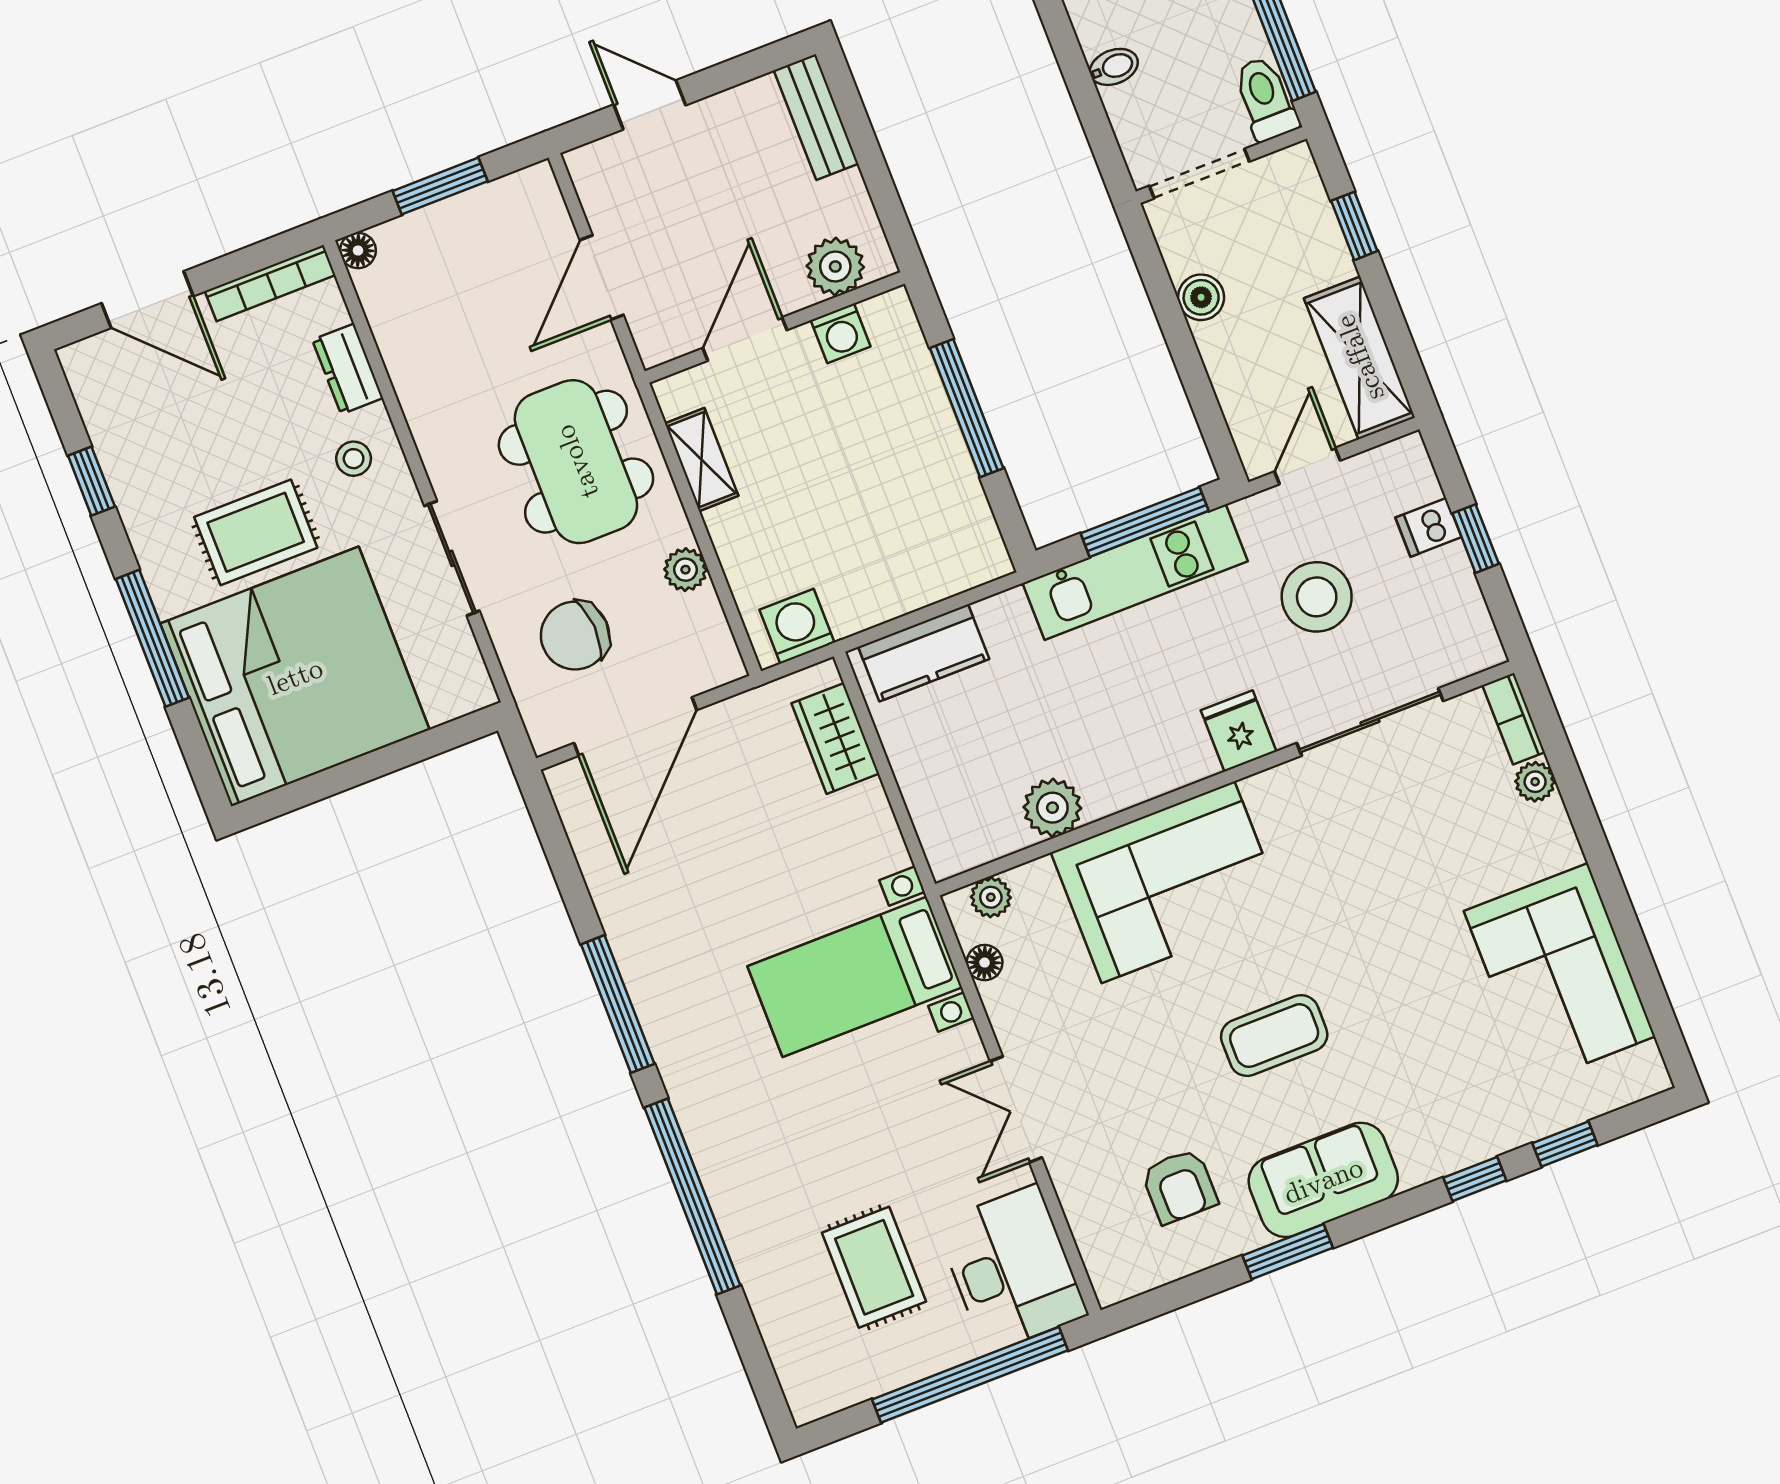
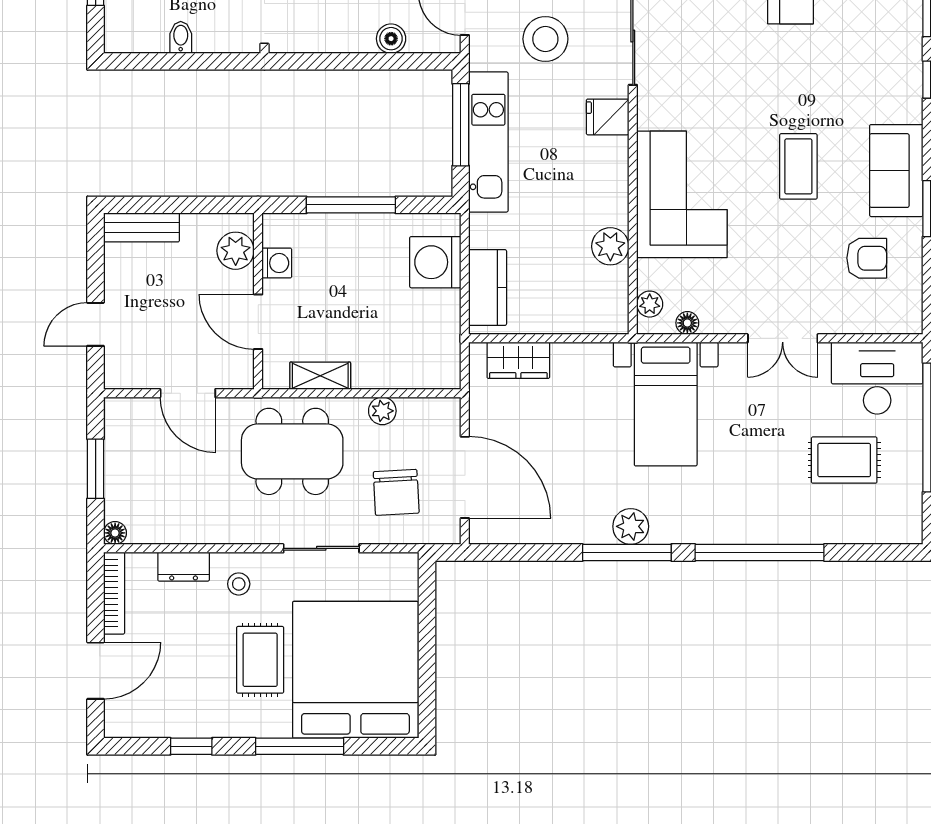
boiler: (1201, 297) -> (391, 39), moved
washing machine: (797, 626) -> (435, 262), moved, width x1.37, depth x1.37
plant: (658, 995) -> (631, 526), added

